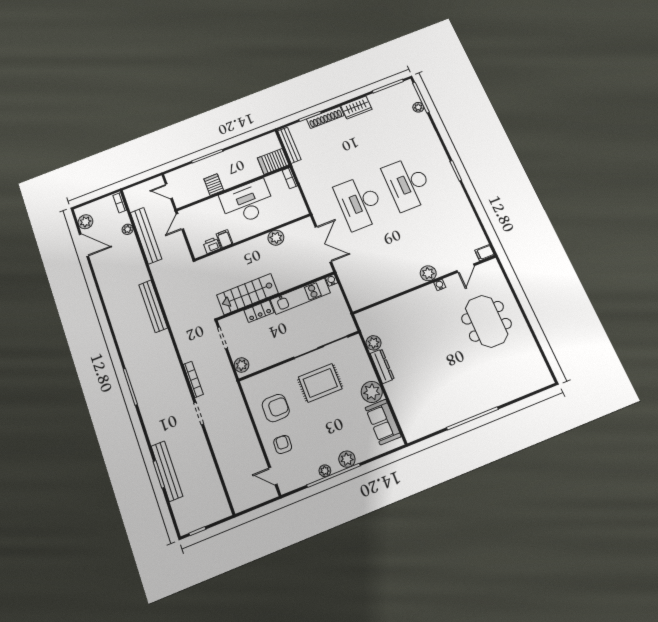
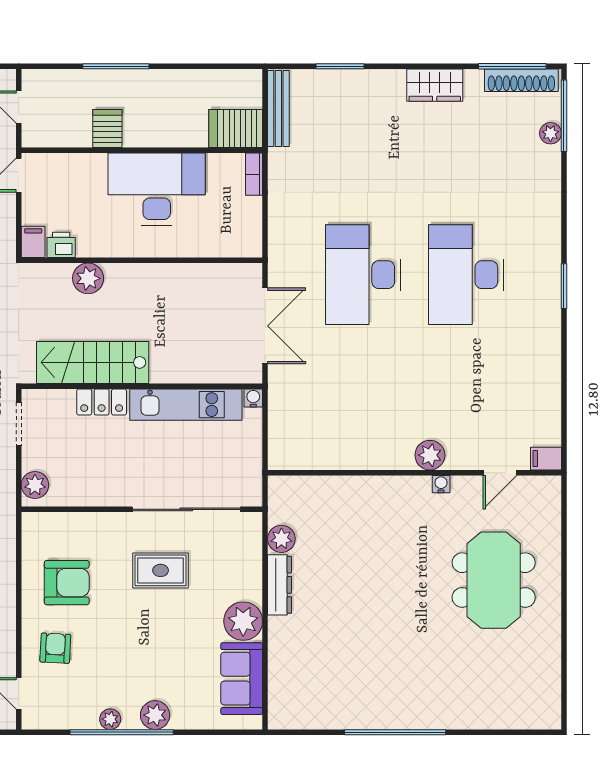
shoe rack: (325, 117) -> (521, 80), moved
plant: (276, 238) -> (88, 278), moved
filing cabinet: (224, 239) -> (33, 242), moved
rug: (320, 383) -> (161, 570), width x0.73, depth x0.70

